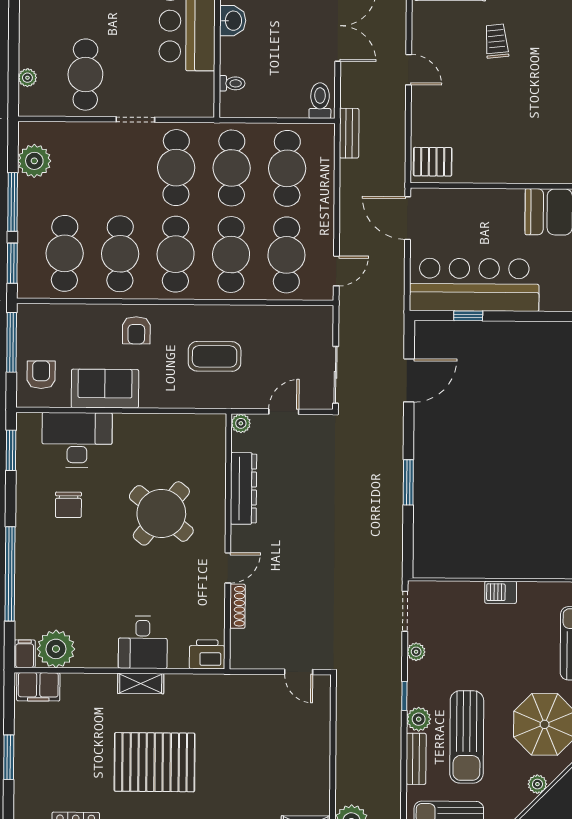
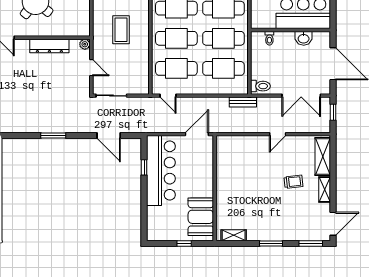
pallet: (433, 162) -> (228, 148), removed

